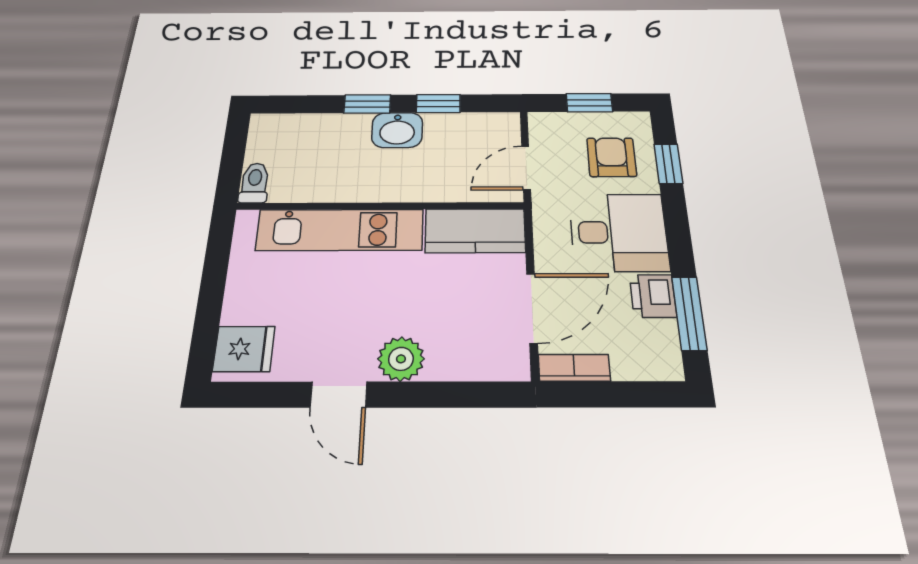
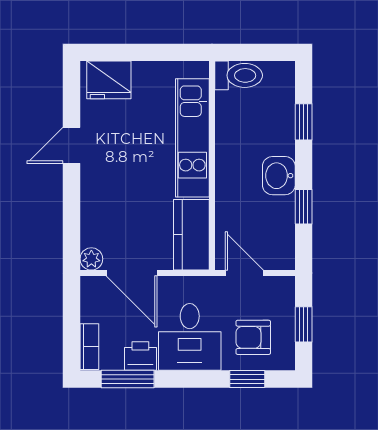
window: (367, 104) -> (304, 122), moved
armchair: (612, 157) -> (253, 337), turned 180
toilet: (254, 183) -> (239, 75), width x1.37, depth x1.39
fridge: (244, 349) -> (109, 80), width x1.38
plant: (401, 359) -> (91, 259), moved, width x0.73, depth x0.73
bookcase: (574, 368) -> (89, 347), moved

